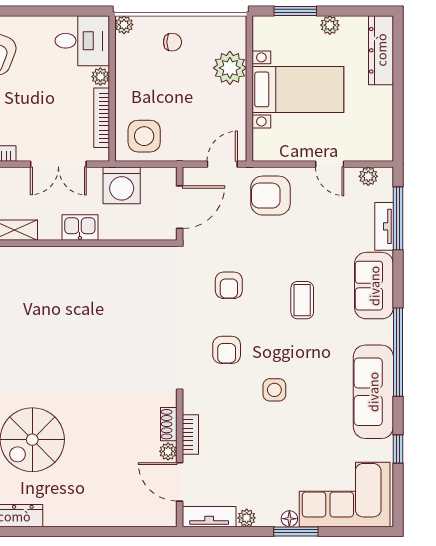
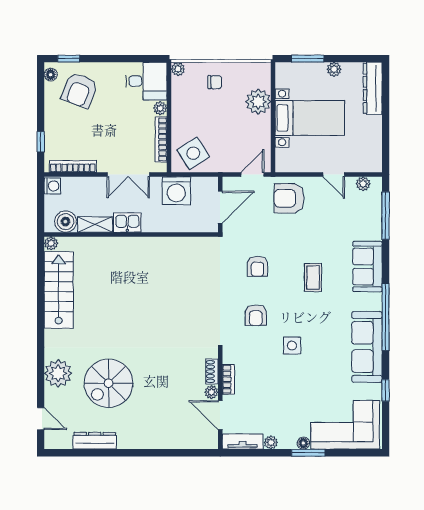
side table: (144, 136) -> (193, 153), turned -32
tv unit: (384, 226) -> (375, 222), removed
kitchen sink: (80, 228) -> (127, 223), moved

